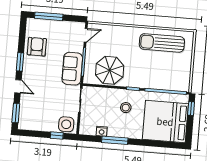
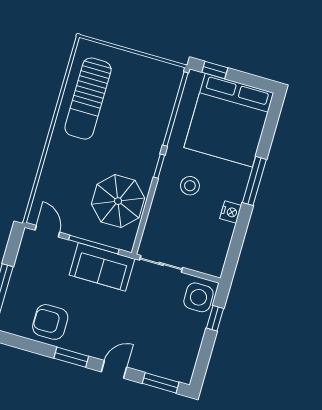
nightstand: (102, 131) -> (231, 212), moved
window: (115, 140) -> (254, 181), moved

